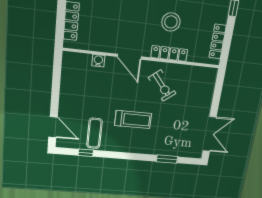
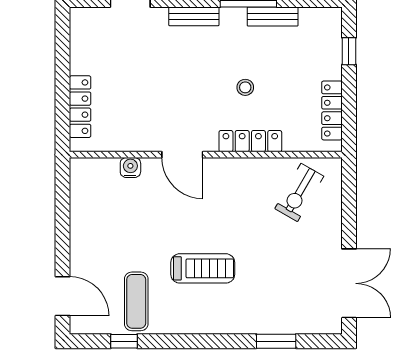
stool: (171, 22) -> (245, 87), width x0.53, depth x0.53
exercise bike: (162, 85) -> (299, 192), moved, turned 69

